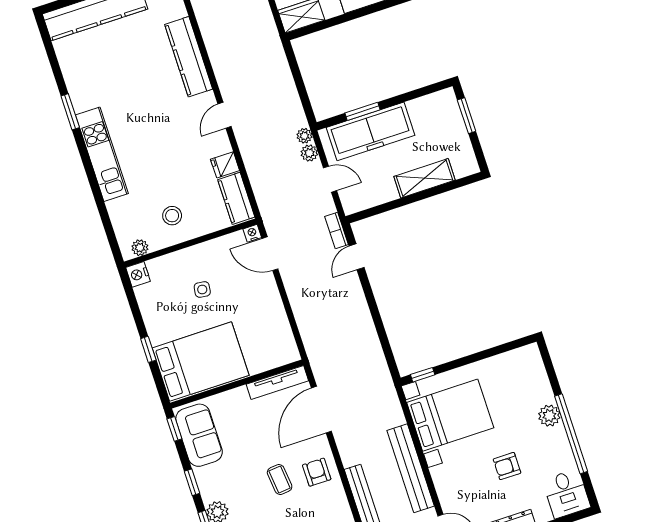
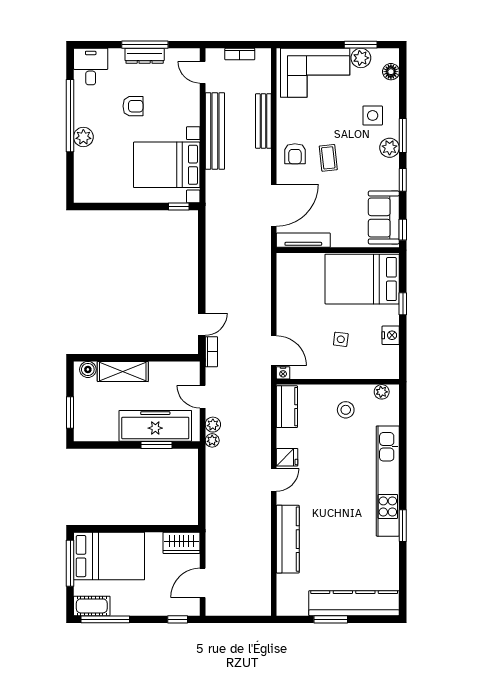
kitchen unit: (102, 154) -> (388, 481), width x1.36
fridge: (225, 165) -> (287, 457), moved
boiler: (463, 168) -> (88, 369), added
nightstand: (138, 274) -> (391, 335), moved

